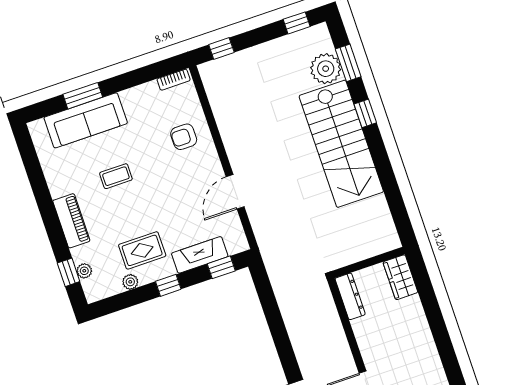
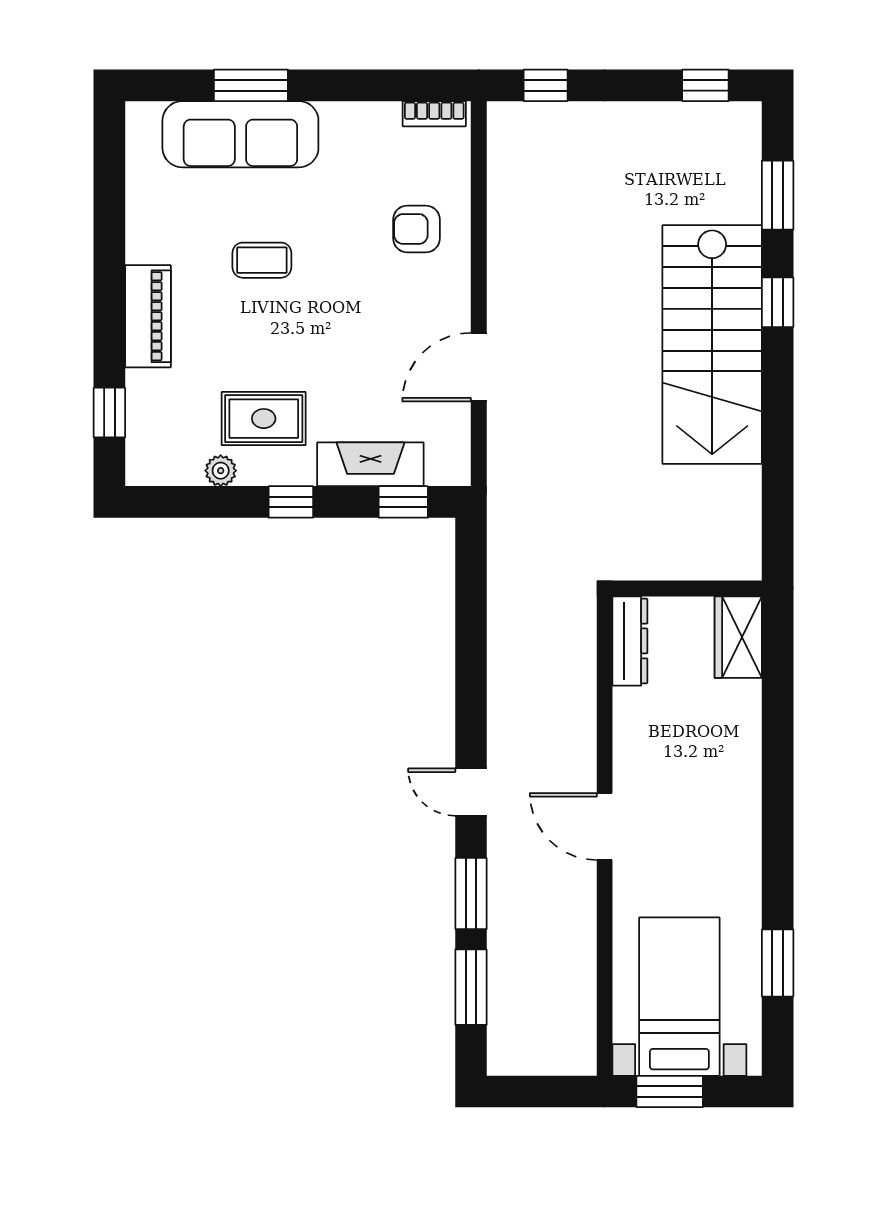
plant: (326, 69) -> (731, 191), removed
plant: (84, 271) -> (140, 420), removed

